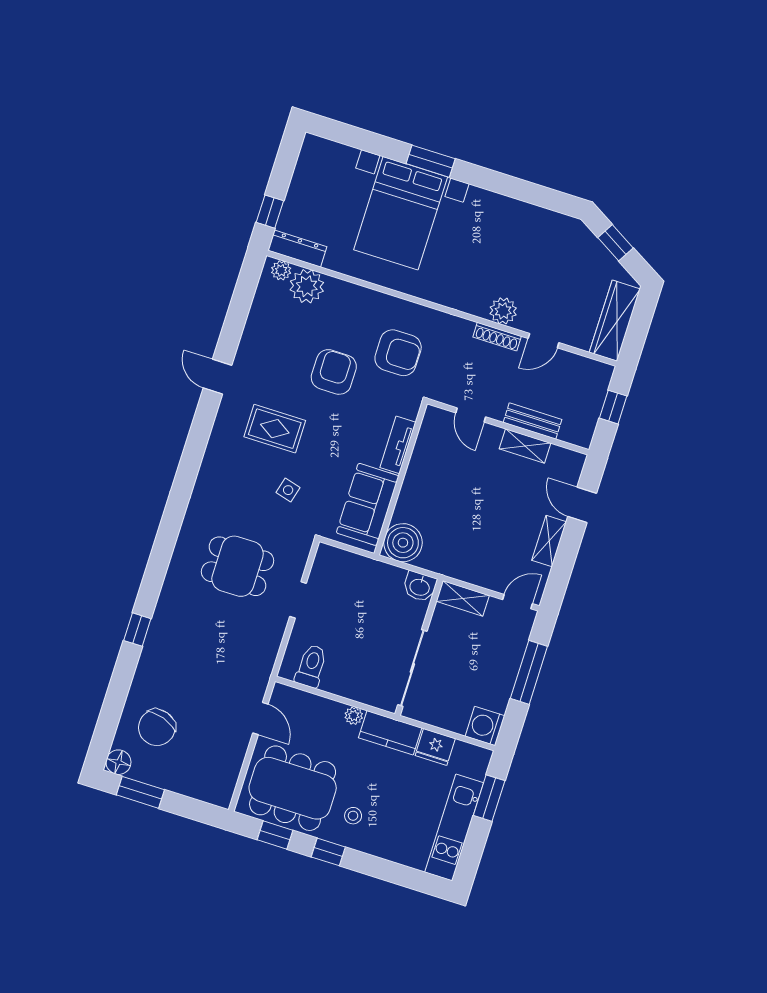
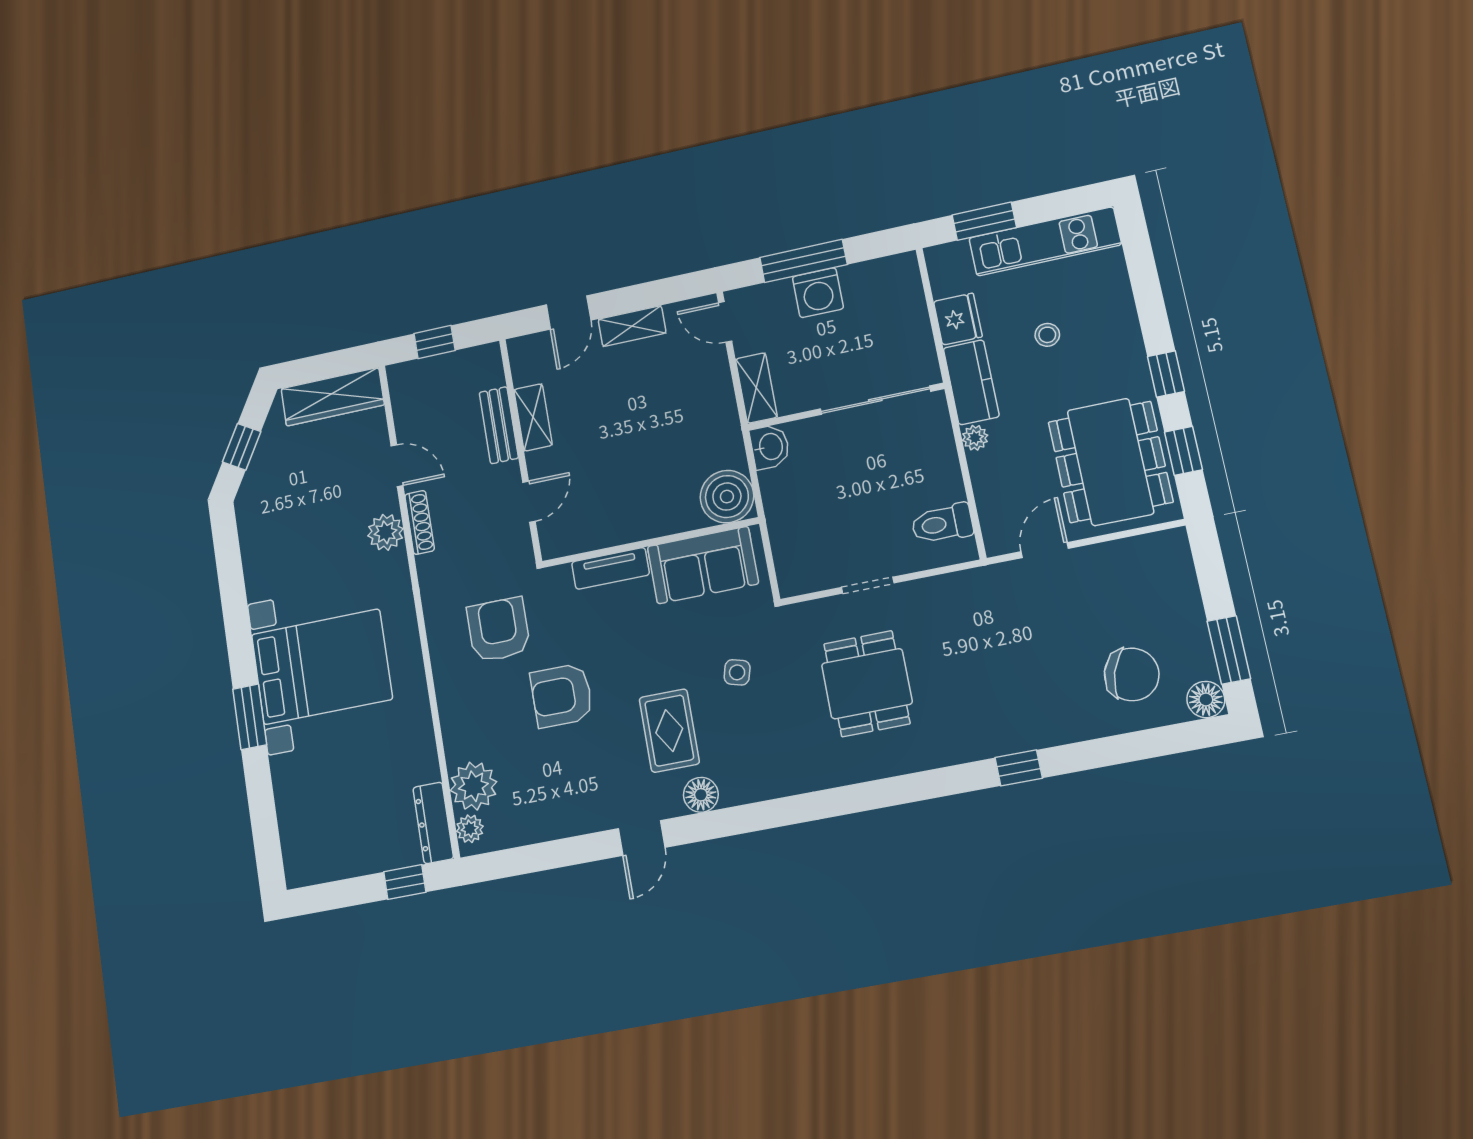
bed with nightstands: (401, 213) -> (322, 667), moved
floor lamp: (224, 428) -> (701, 795), added
washing machine: (485, 726) -> (818, 293), moved
stool: (353, 816) -> (1047, 335), moved

